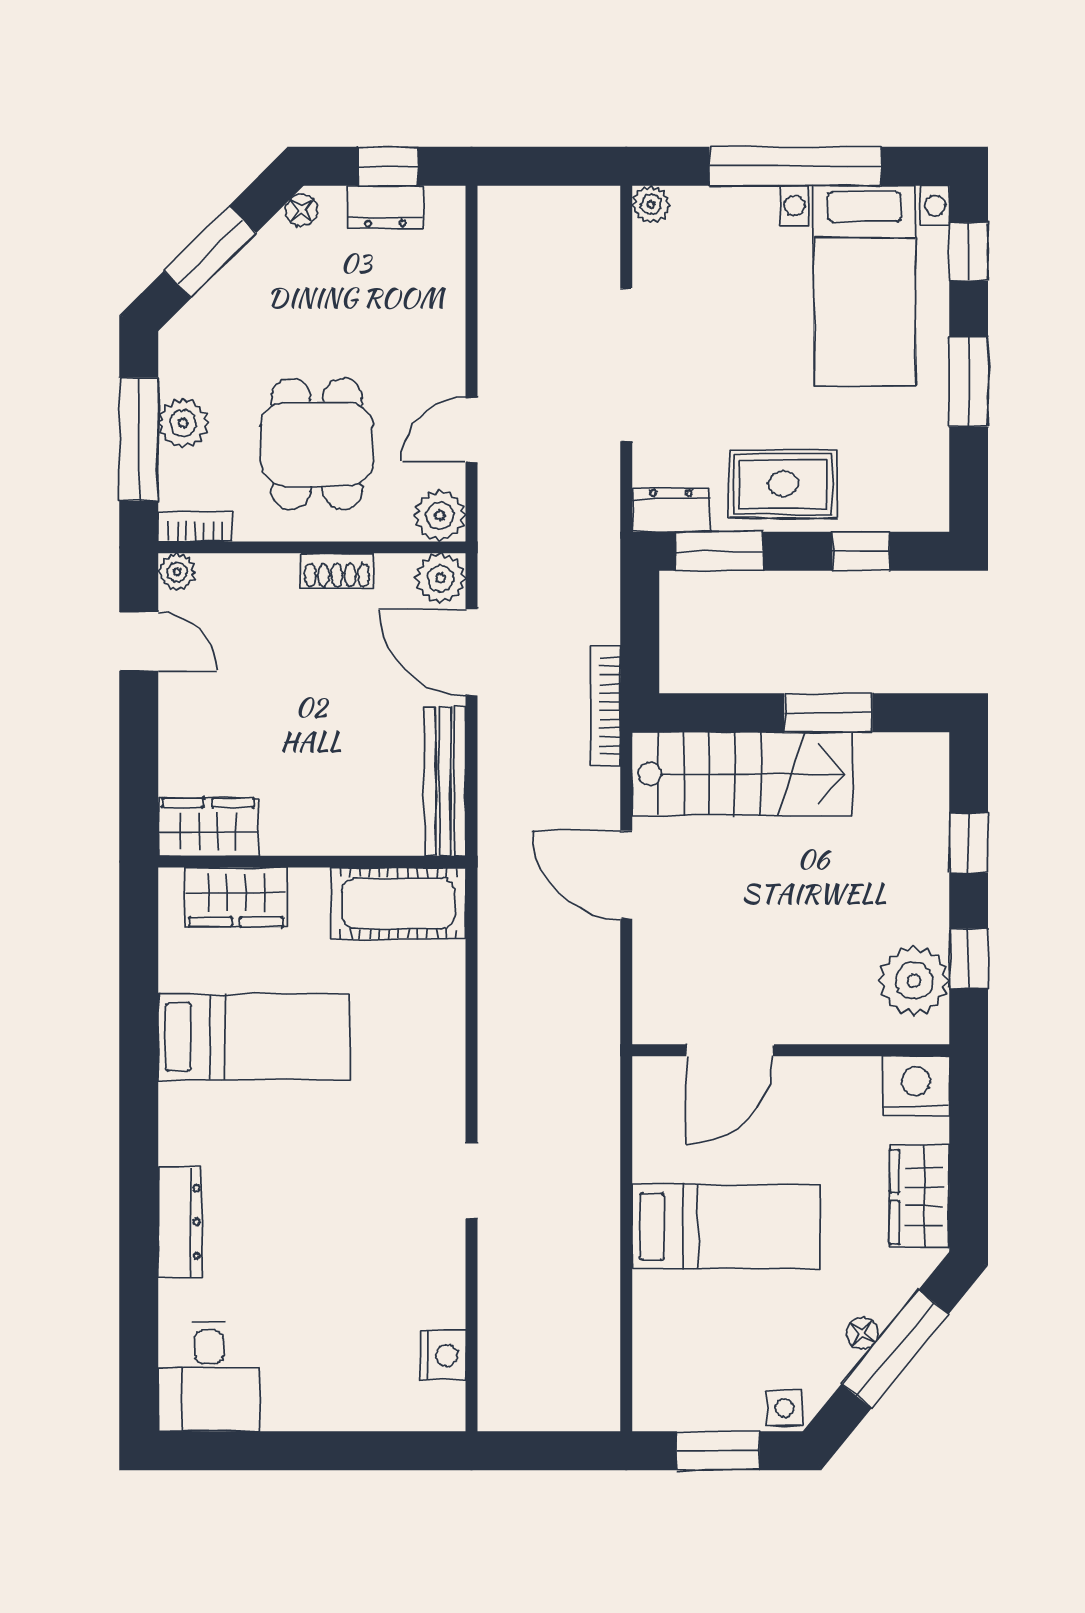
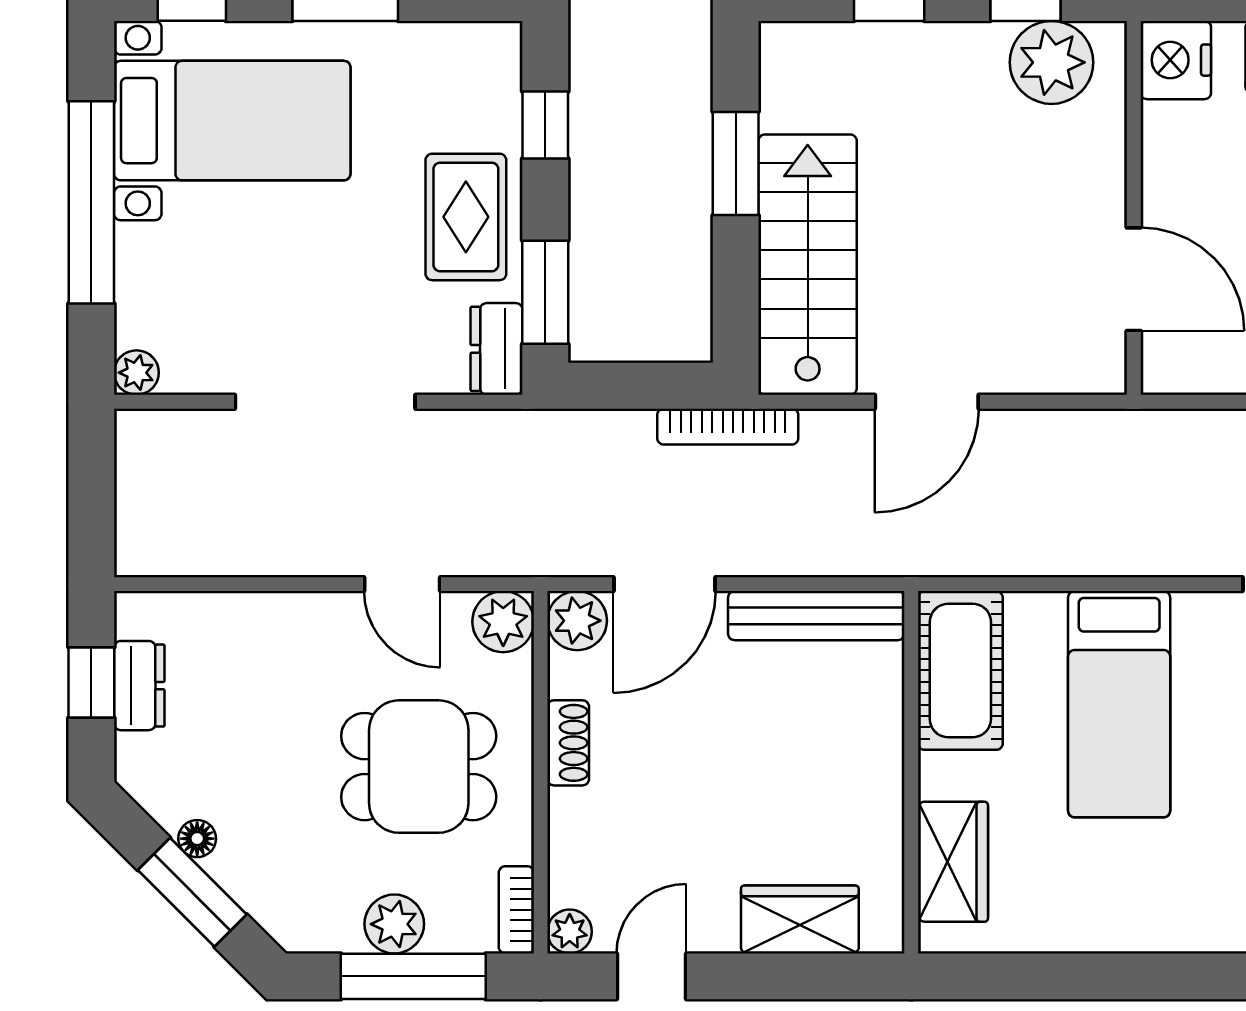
floor lamp: (301, 210) -> (197, 839), moved
wardrobe: (208, 827) -> (800, 920), moved, turned 90
bed: (254, 1037) -> (1119, 704), moved, turned 180

